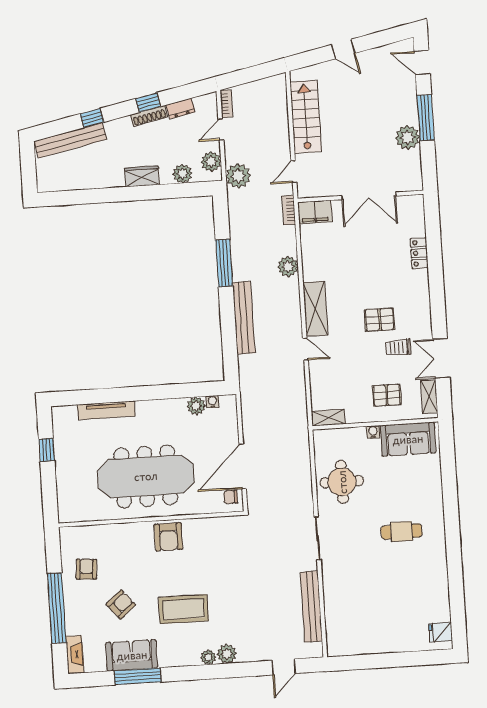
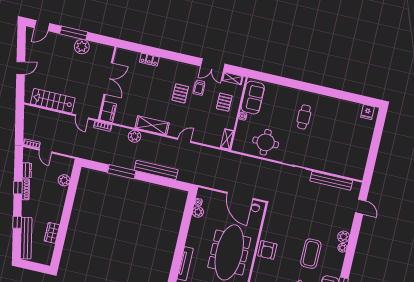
plant: (211, 162) -> (62, 162), removed
wardrobe: (142, 176) -> (52, 233), moved
plant: (238, 176) -> (75, 149), removed
shelving: (315, 309) -> (152, 125), moved
armchair: (168, 537) -> (267, 250), turned 90

